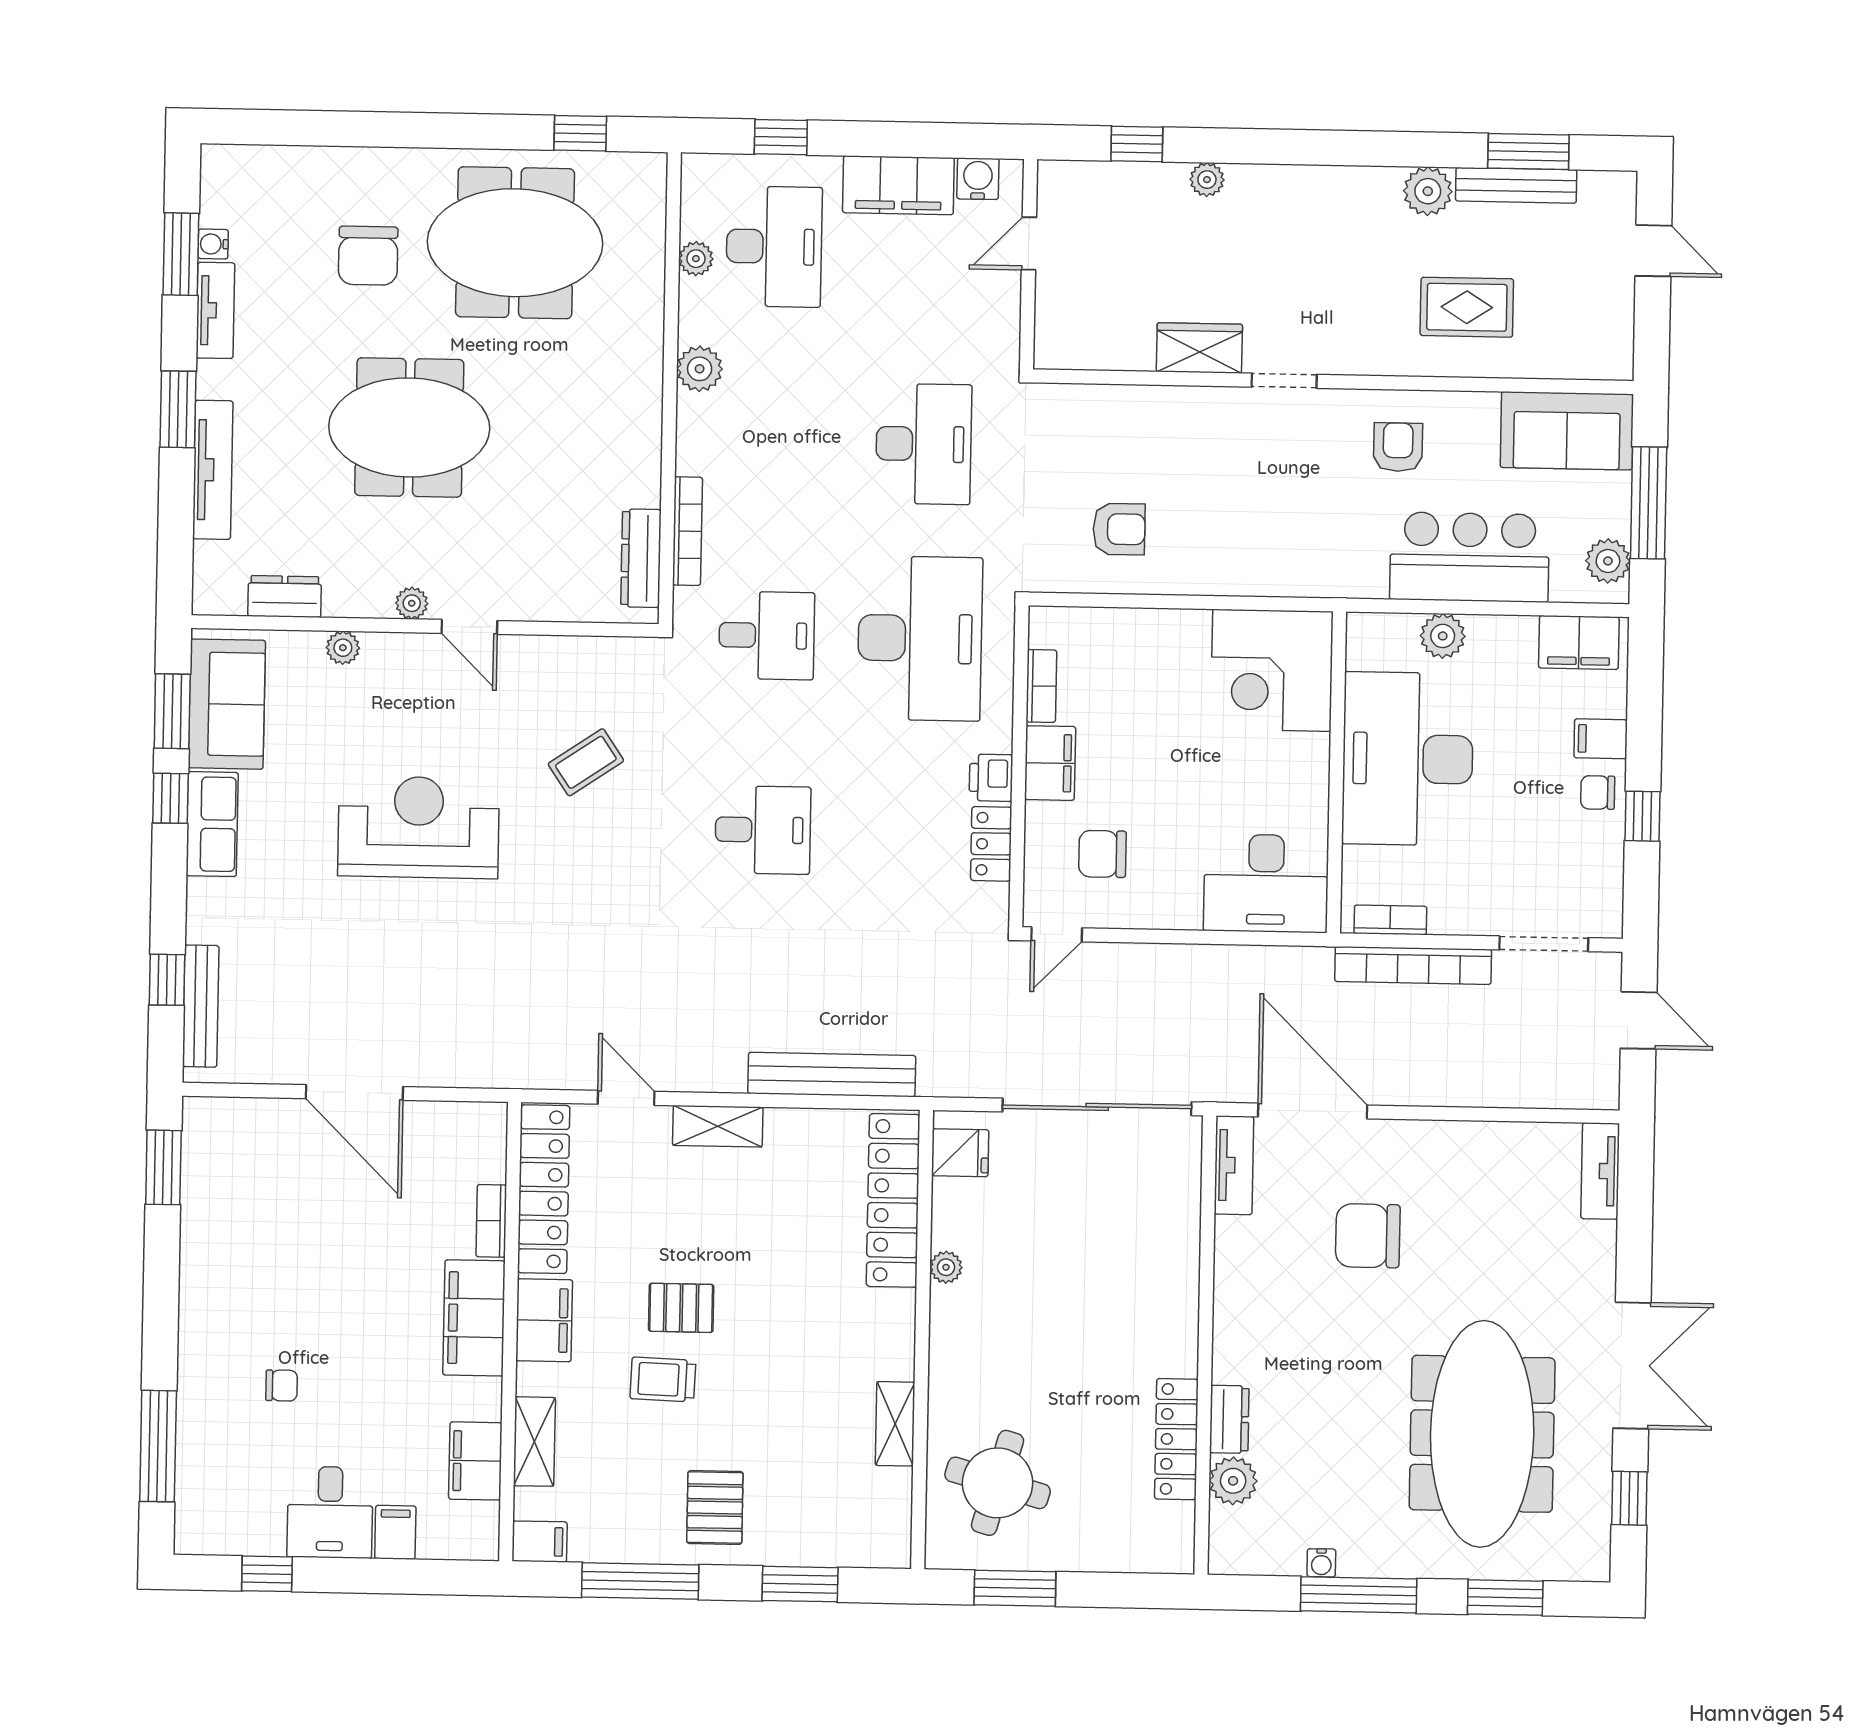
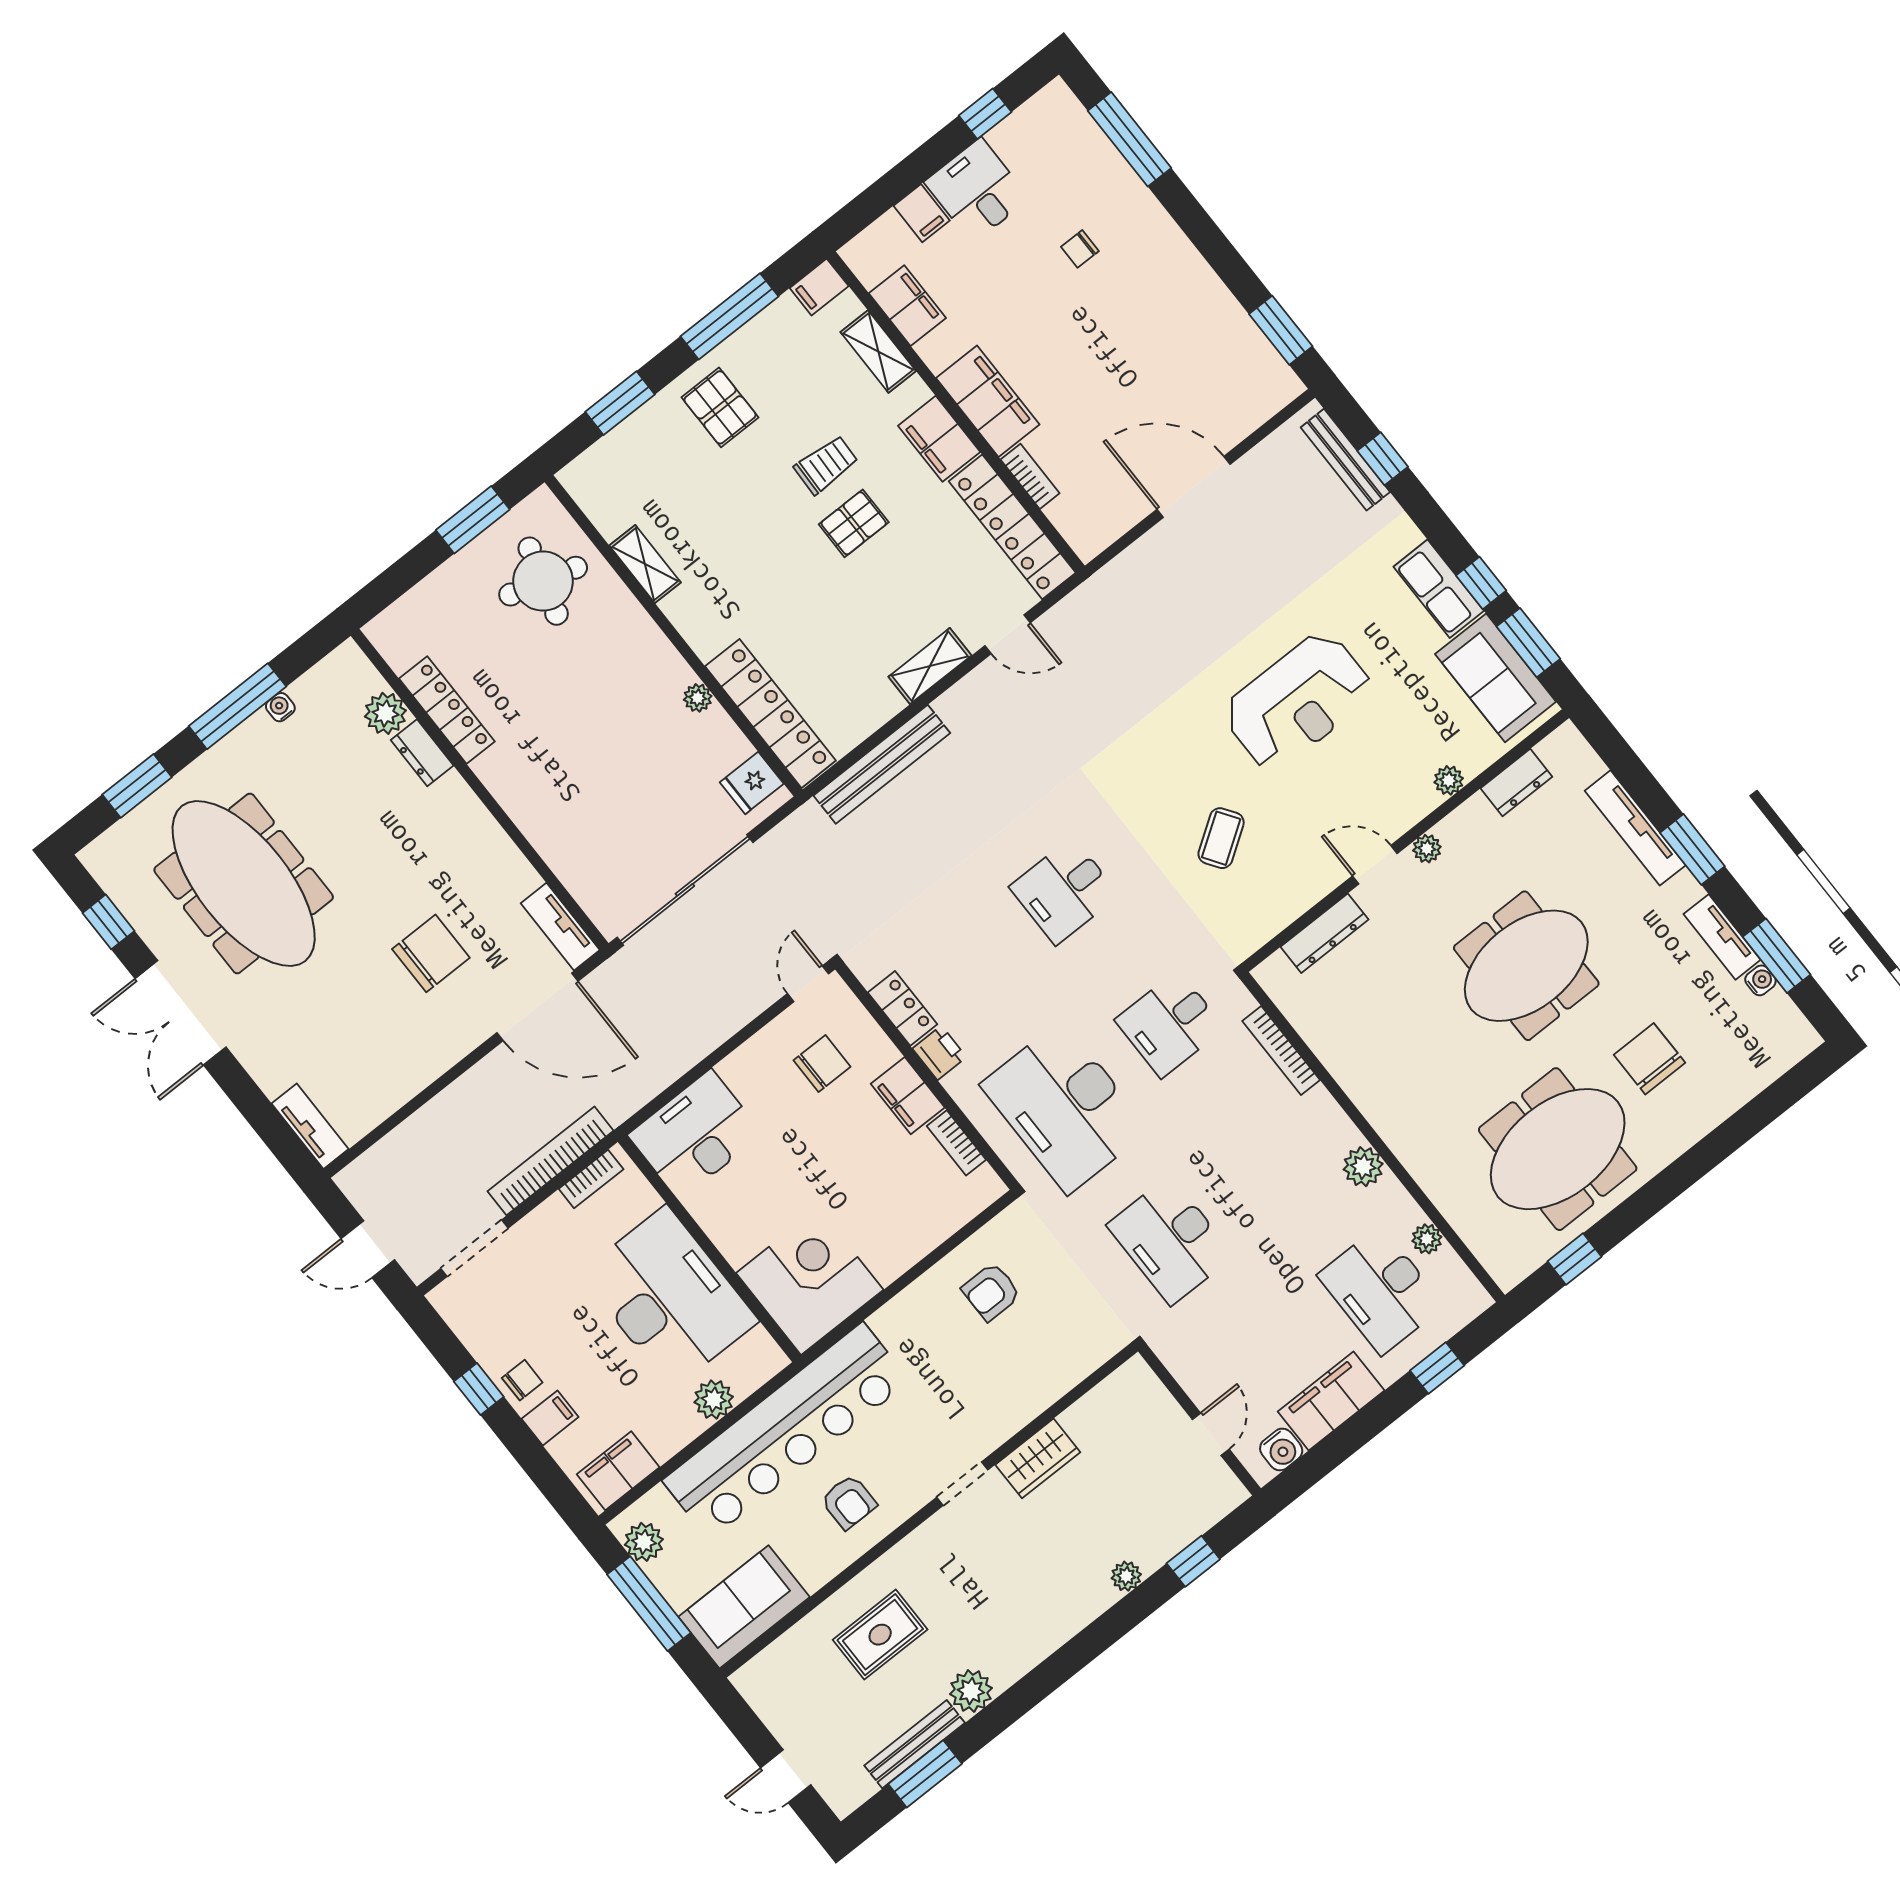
bar counter: (1470, 557) -> (786, 1431), width x1.86
dresser: (641, 558) -> (1325, 933), moved, turned 90

